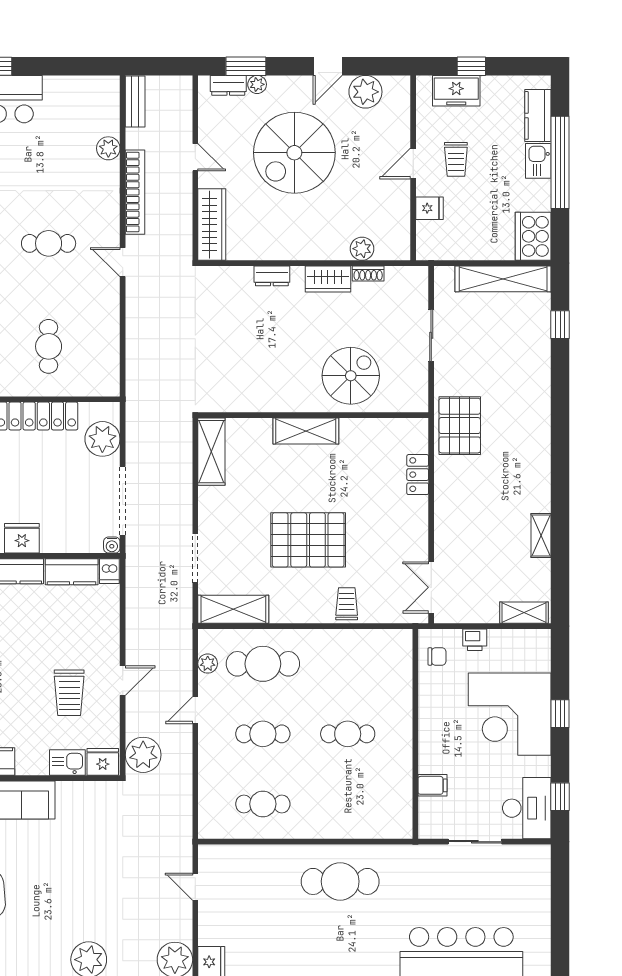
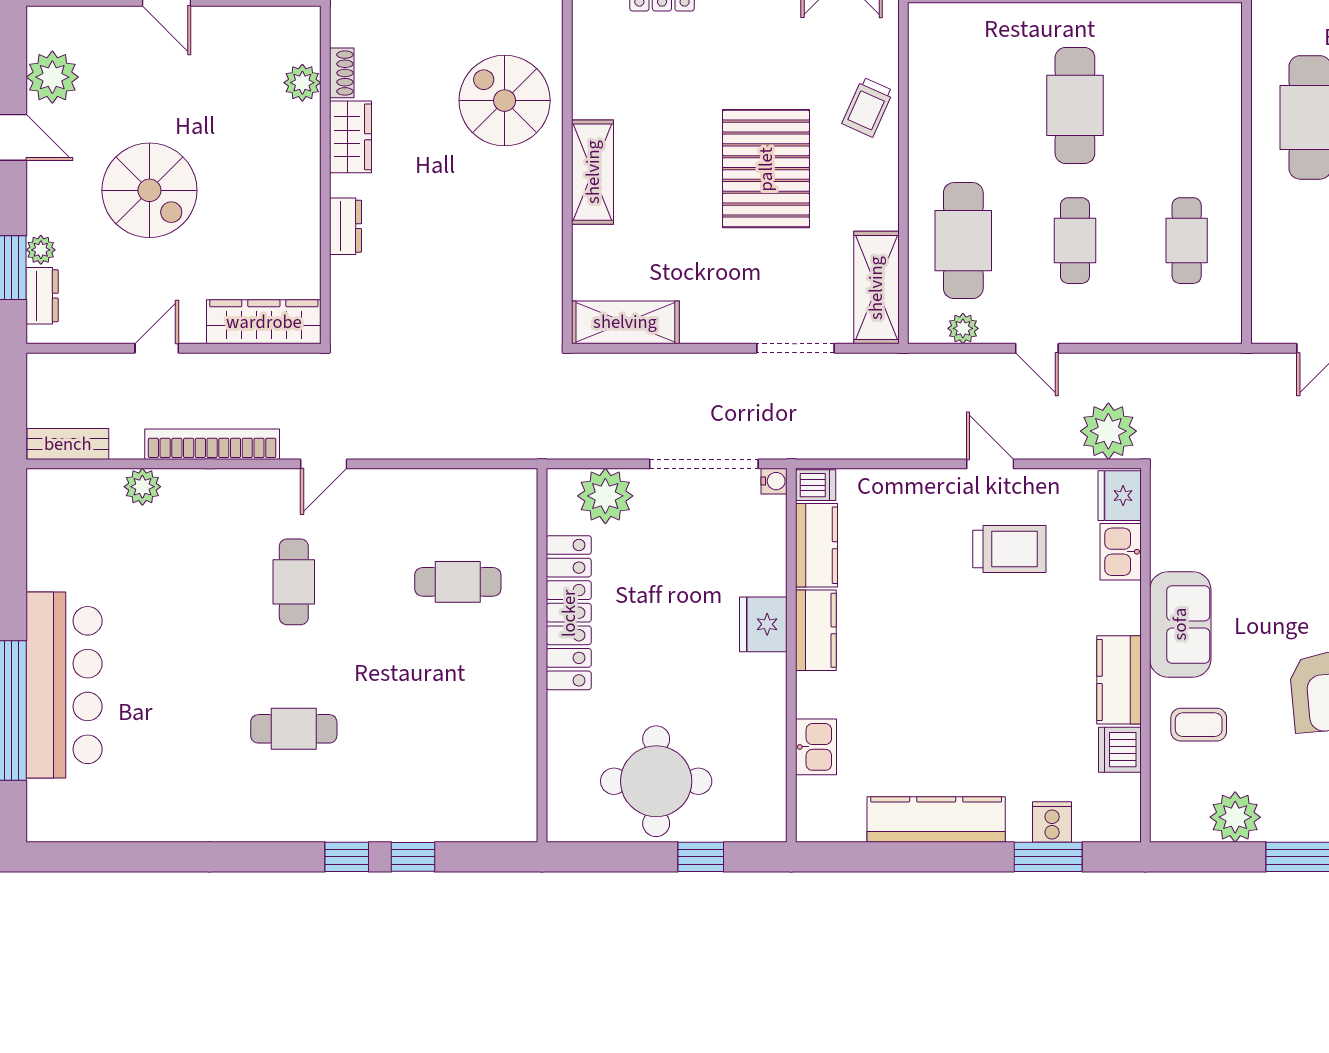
spiral stairs: (294, 153) -> (149, 190), width x0.73, depth x0.73
trolley: (347, 604) -> (868, 107), turned -66
cafe table: (348, 734) -> (1075, 105), width x1.37, depth x1.35

